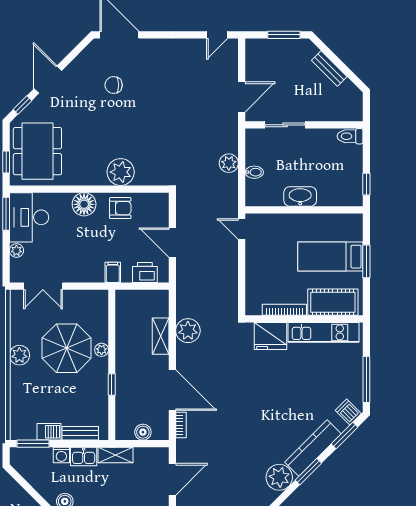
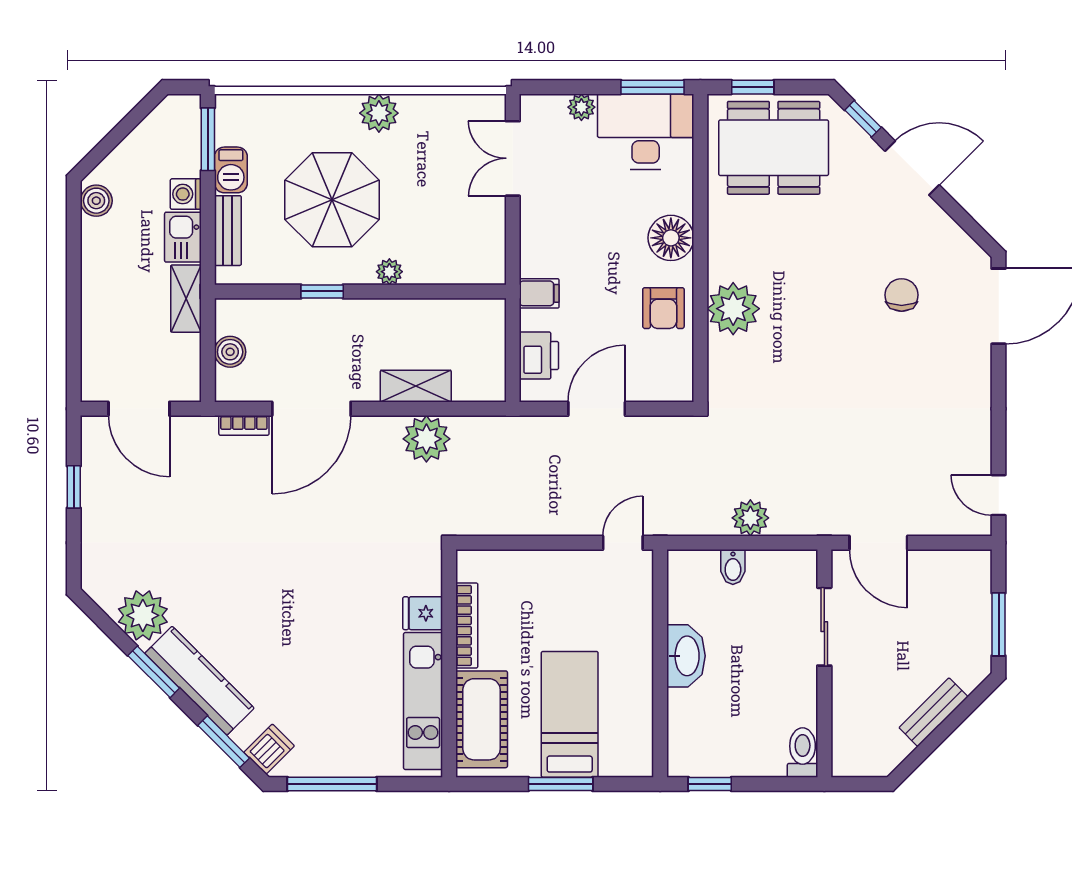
fridge: (271, 336) -> (423, 613), width x0.53, depth x0.75
parasol: (67, 348) -> (332, 200), moved

